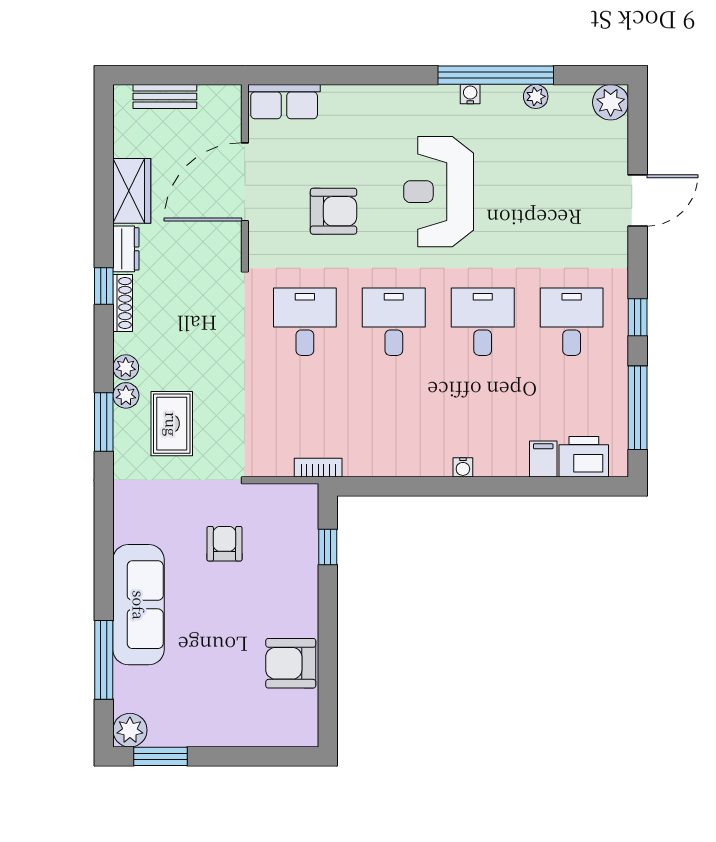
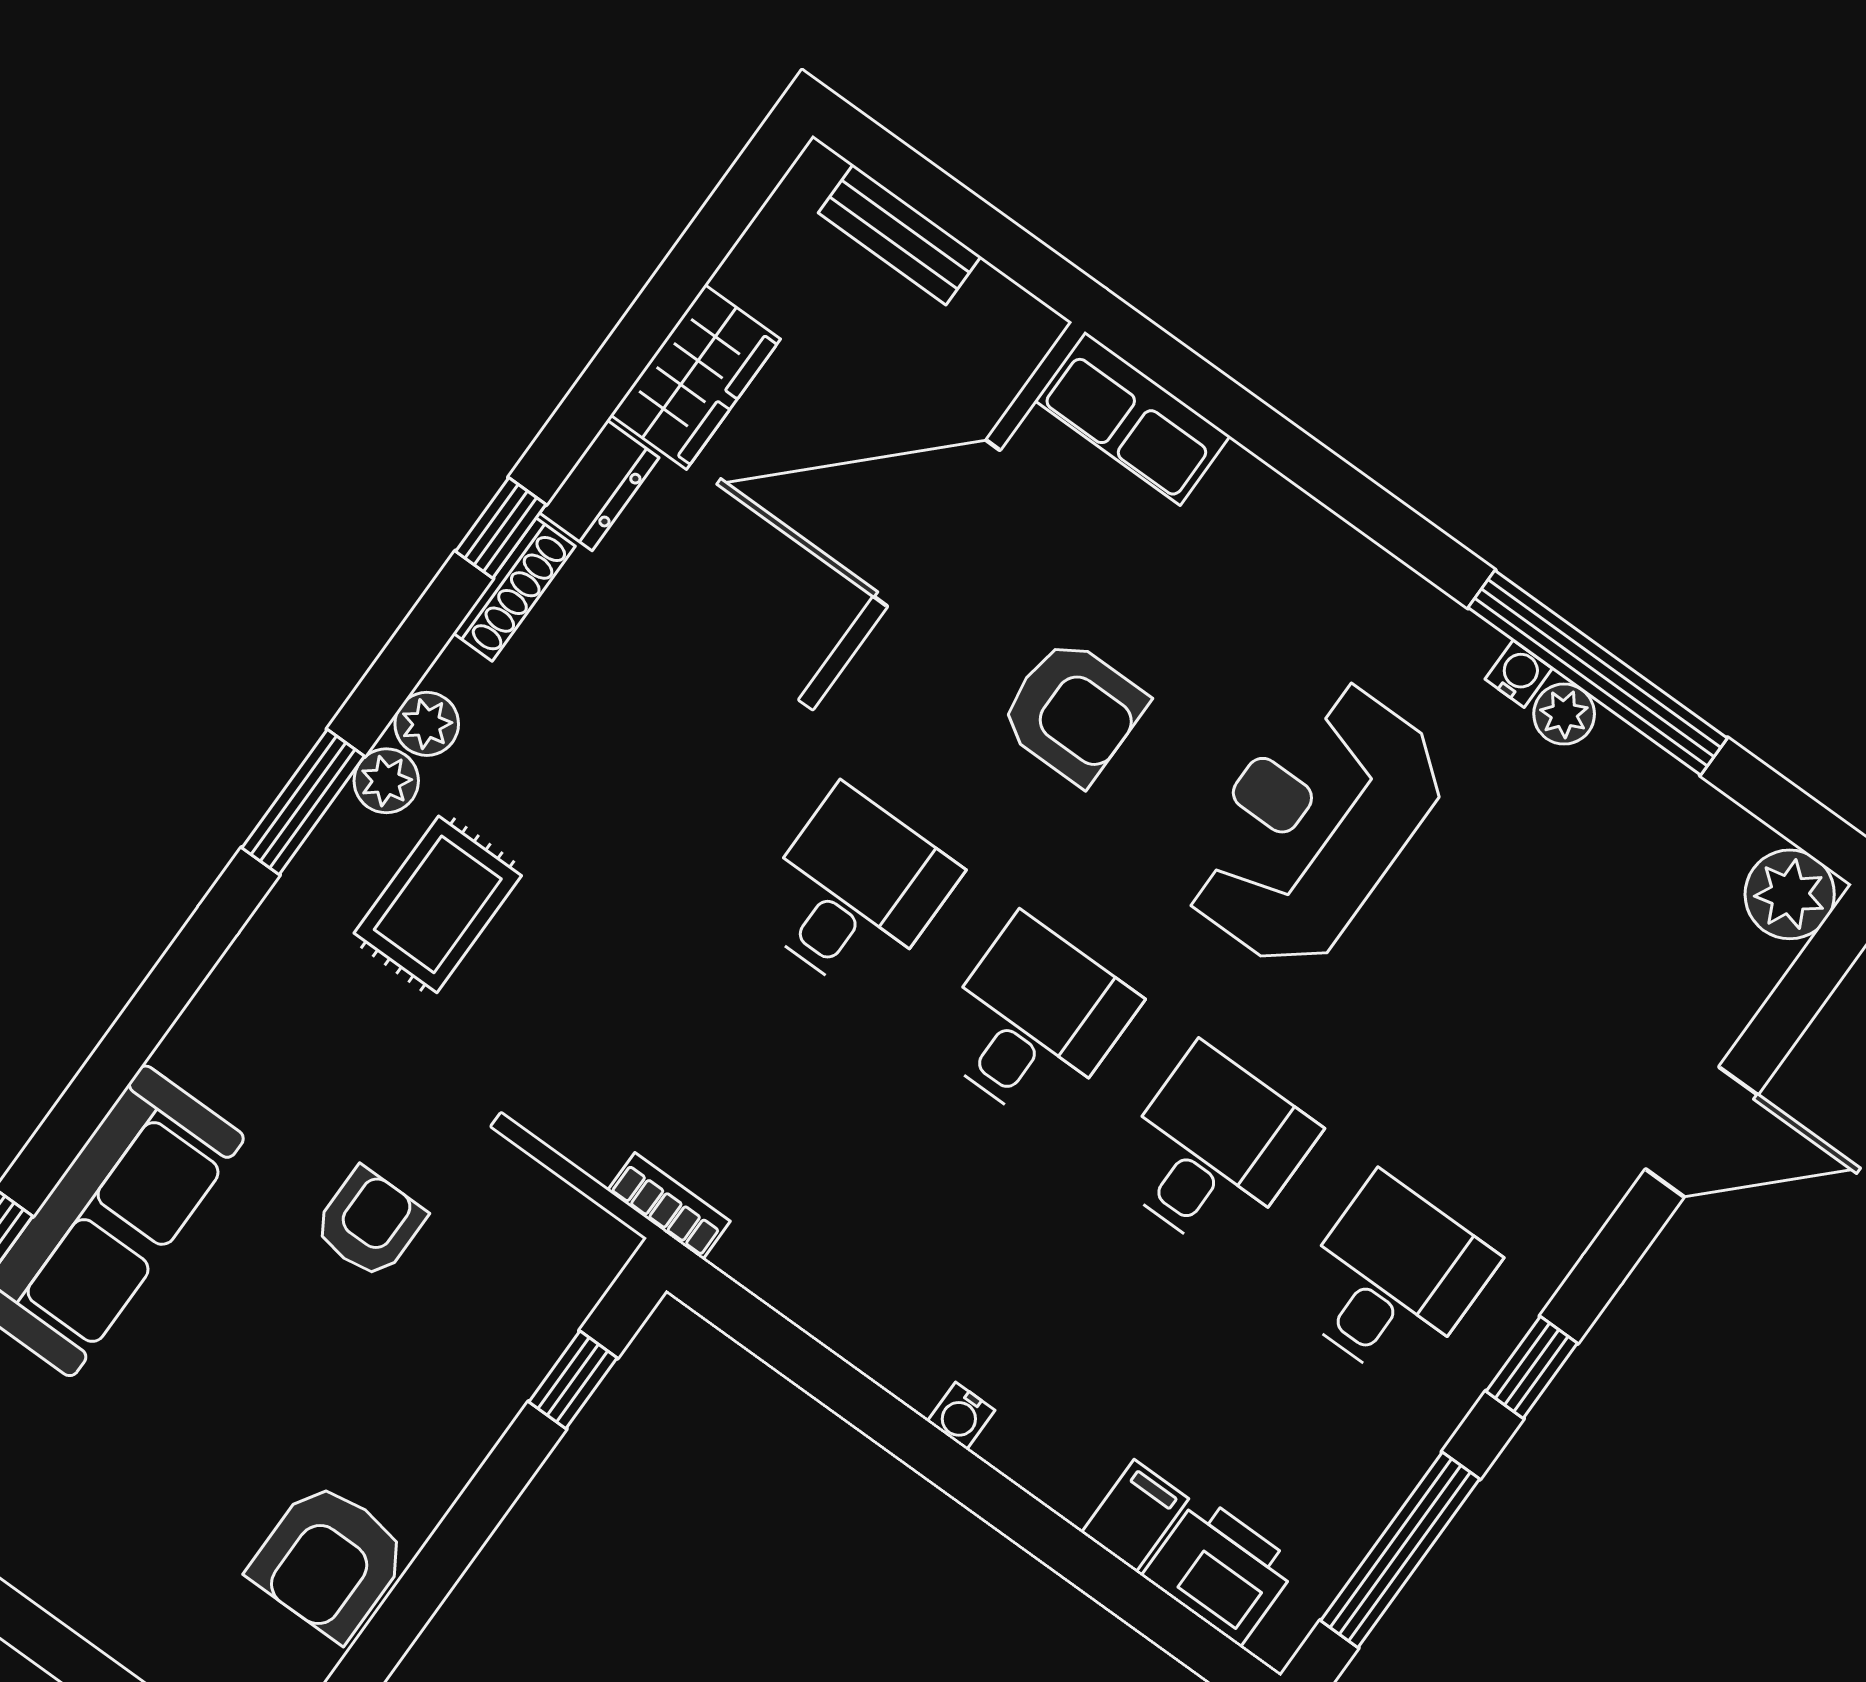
plant: (536, 96) -> (1564, 714), moved
armchair: (291, 663) -> (329, 1560), turned -90

